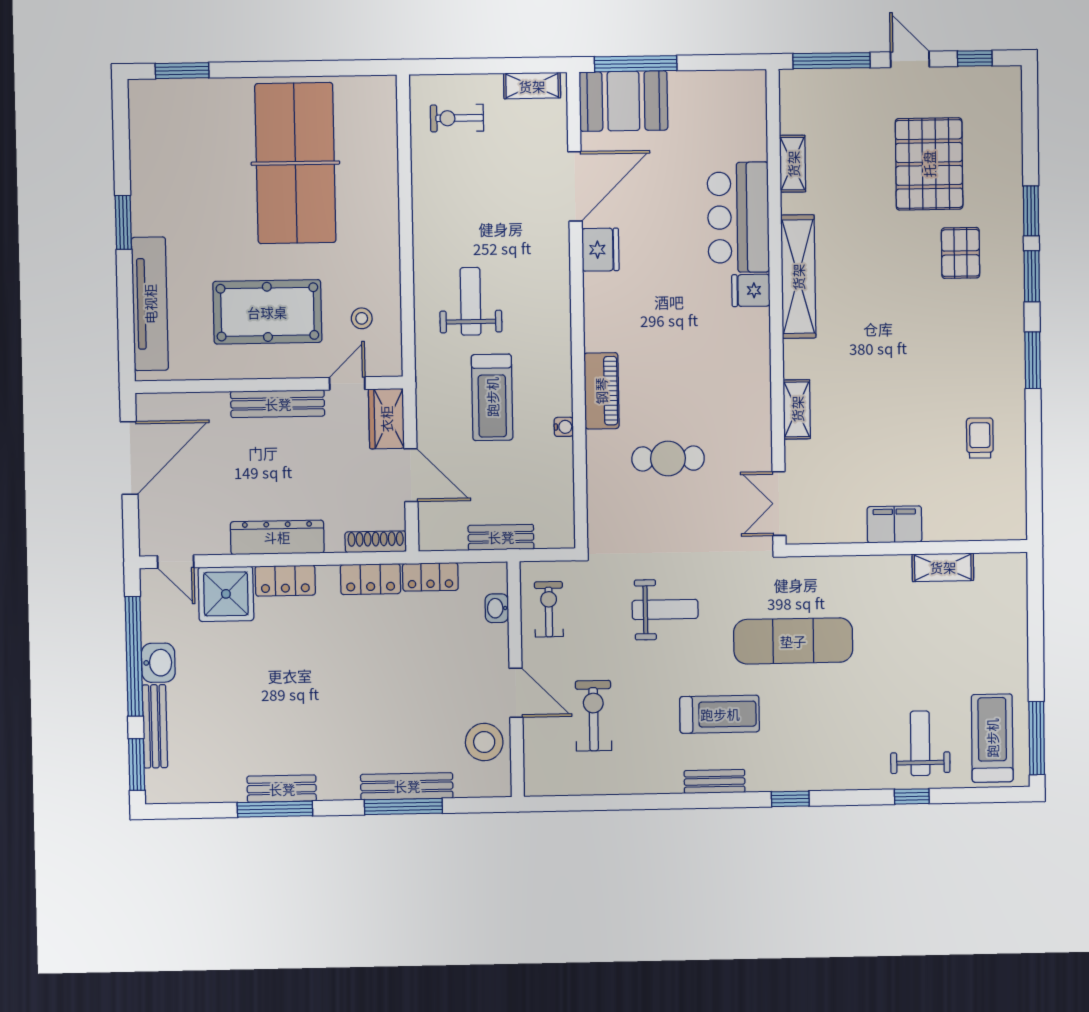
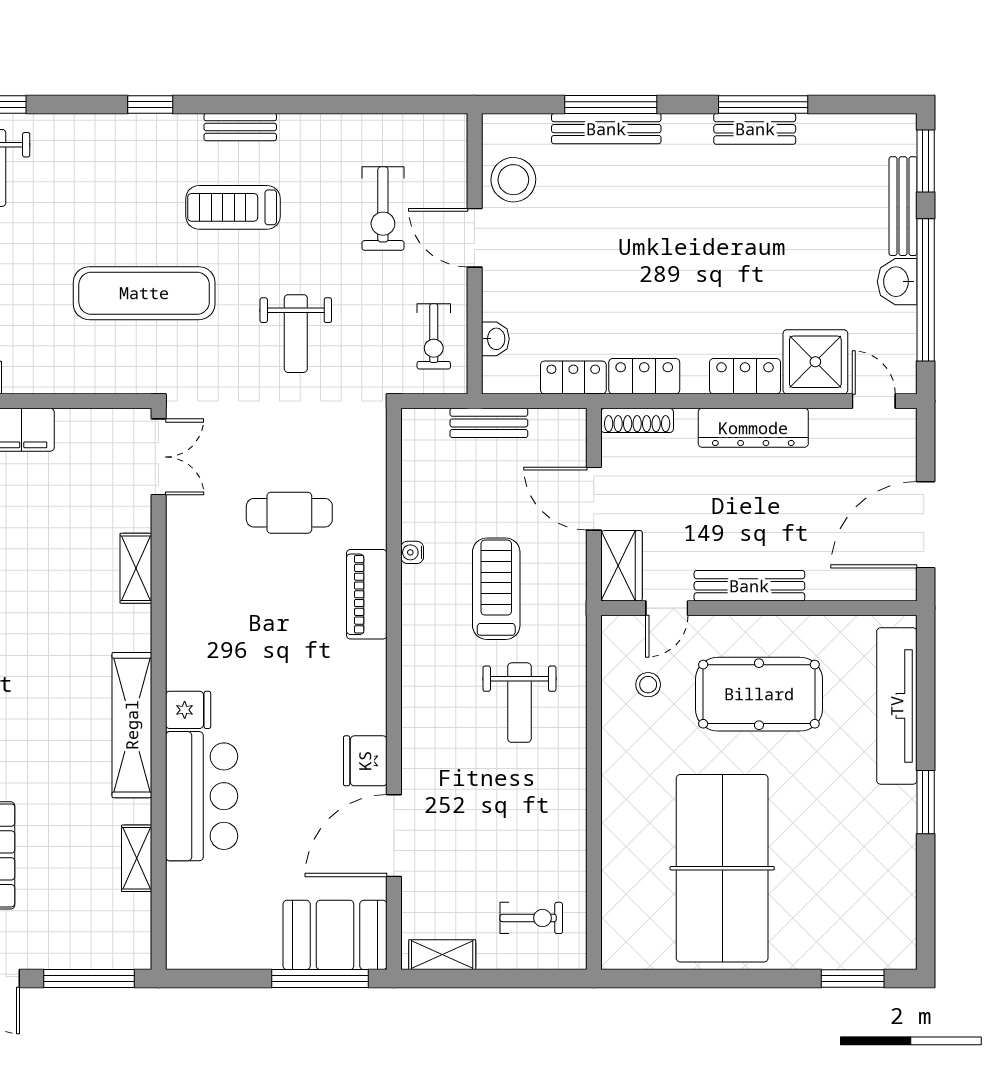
weight bench: (665, 609) -> (296, 334), turned -90

